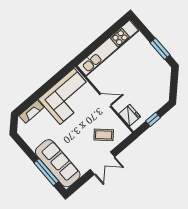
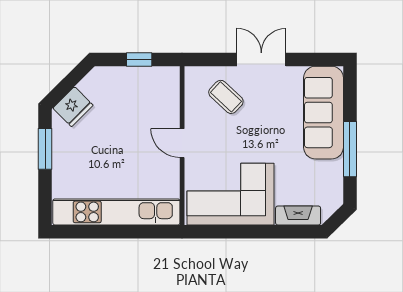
fridge: (130, 115) -> (73, 107), moved, turned -135
window: (46, 172) -> (350, 149), moved

